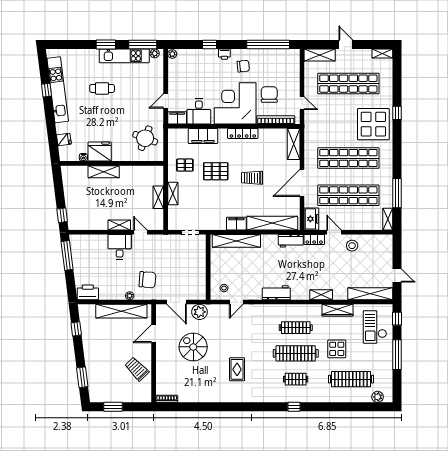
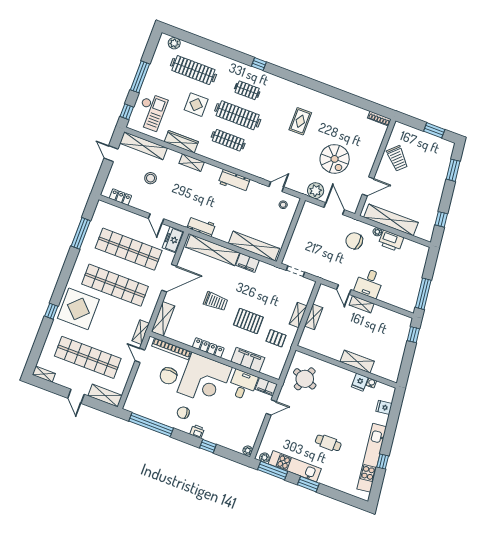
fridge: (100, 152) -> (360, 382), width x0.53, depth x0.75
shelving: (388, 219) -> (141, 332), moved
locker: (314, 240) -> (120, 197), moved
stool: (352, 246) -> (151, 178), moved
printer: (88, 292) -> (391, 241), moved

